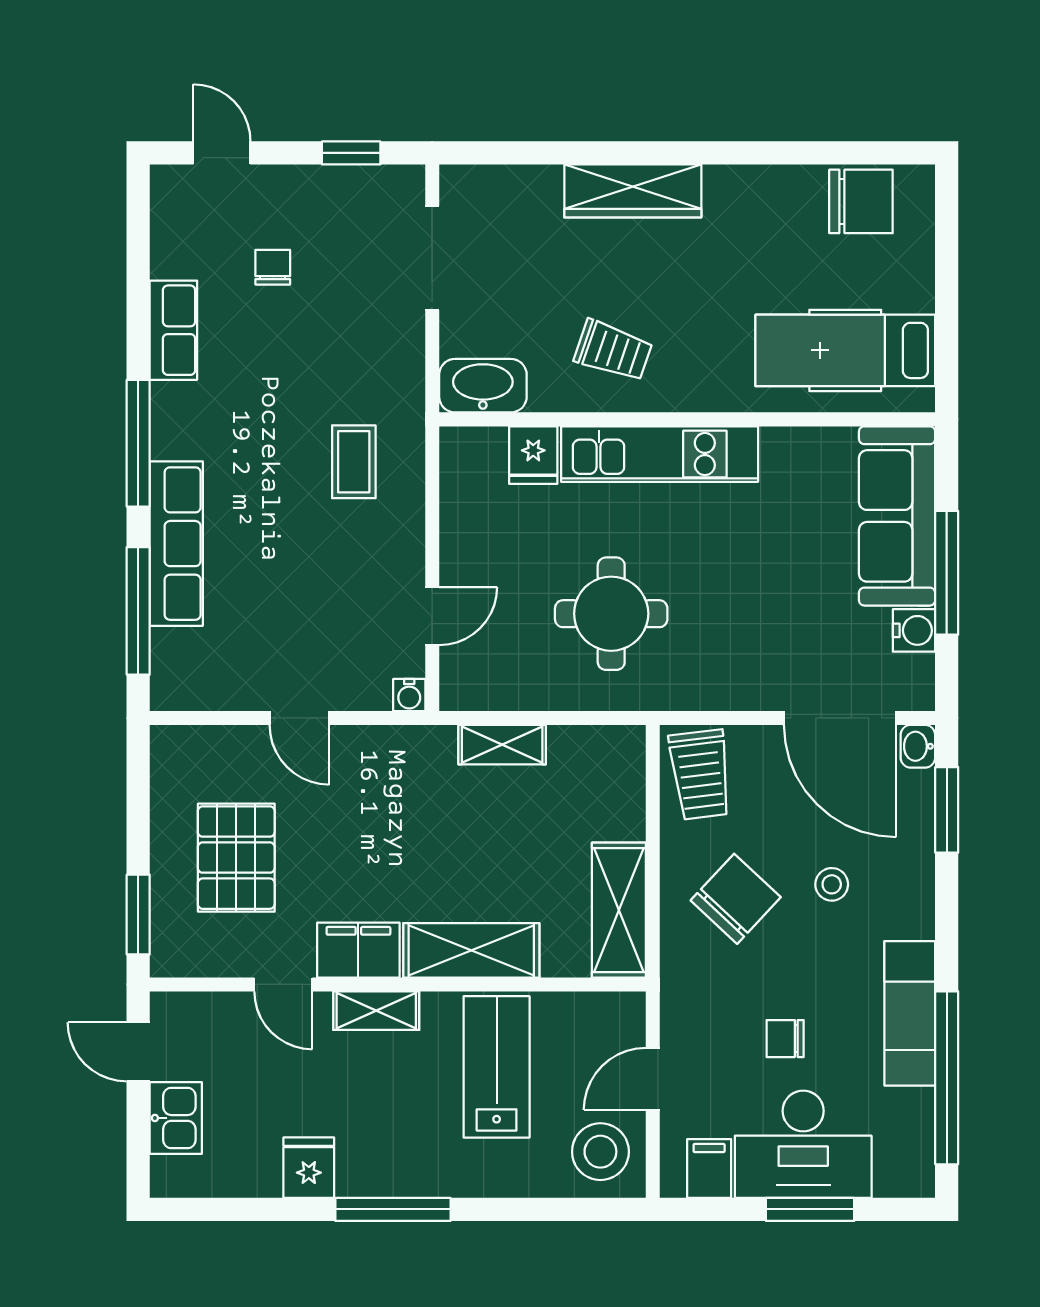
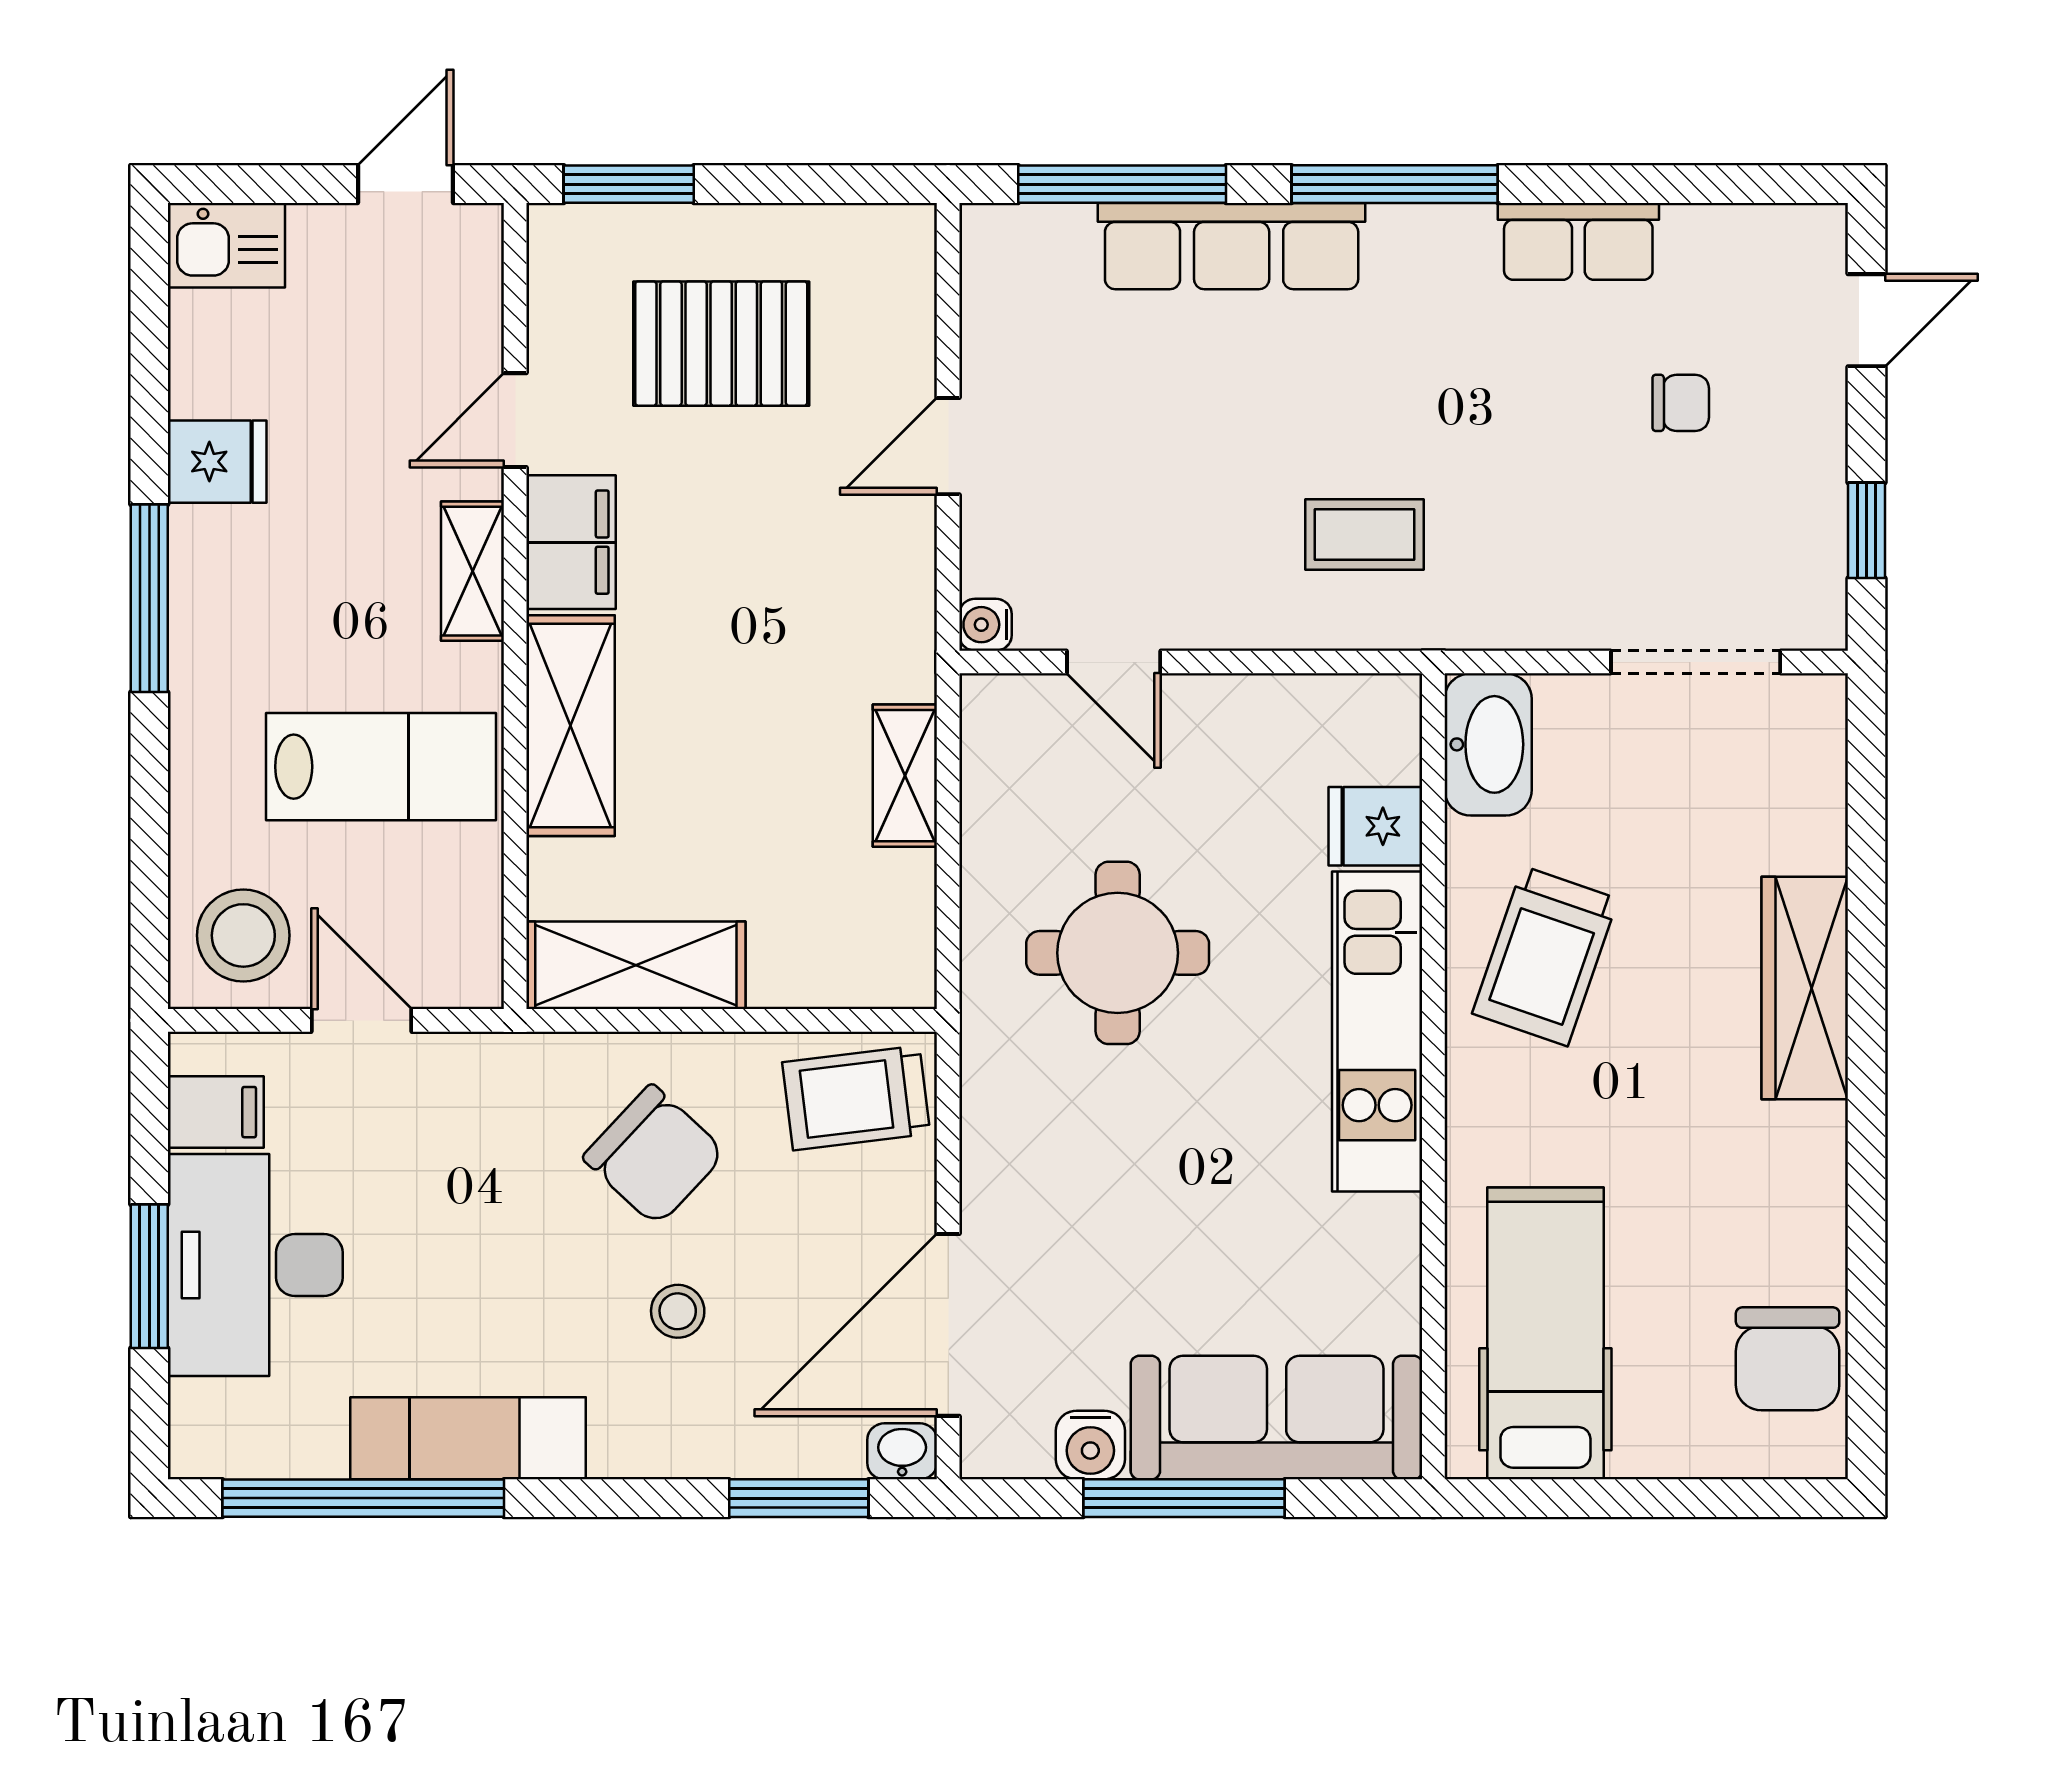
trolley: (613, 351) -> (1545, 956), width x1.36, depth x1.39
chair: (785, 1039) -> (427, 1236), removed
kitchen sink: (176, 1118) -> (226, 245), moved

